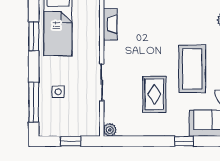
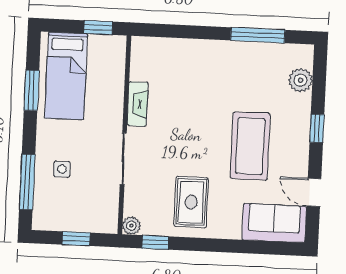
fireplace: (110, 24) -> (138, 104), moved
rug: (154, 94) -> (191, 202), moved
window: (184, 141) -> (155, 242), moved

